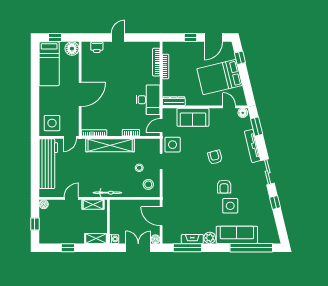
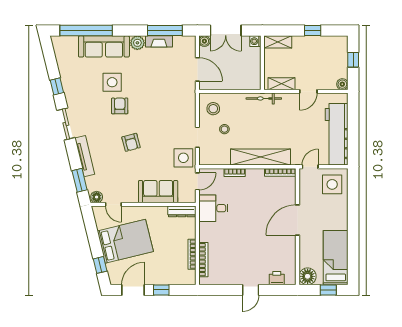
desk: (148, 100) -> (213, 208), width x0.73

